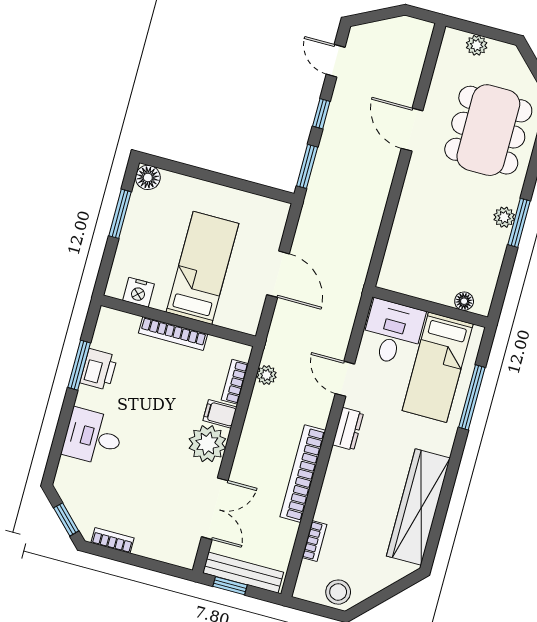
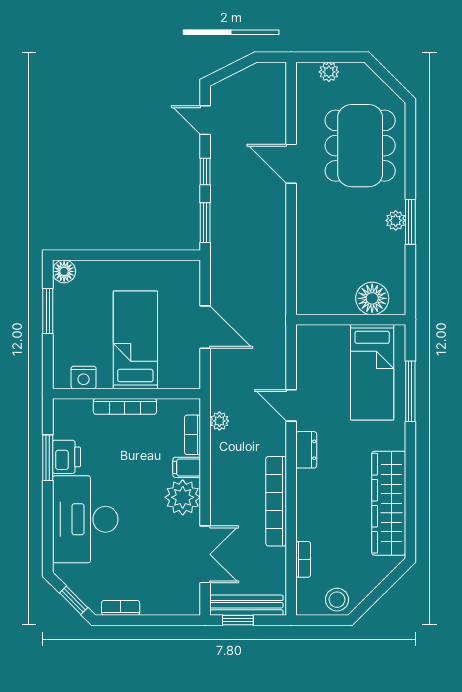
floor lamp: (464, 301) -> (372, 298), width x1.89, depth x1.89
desk: (393, 333) -> (323, 352), removed
desk: (93, 437) -> (85, 519), width x1.87, depth x1.30

